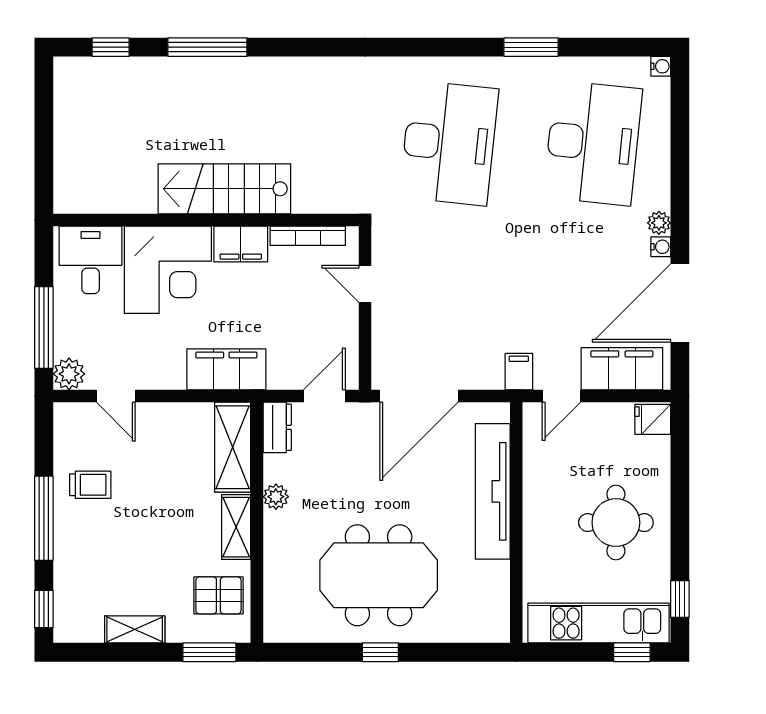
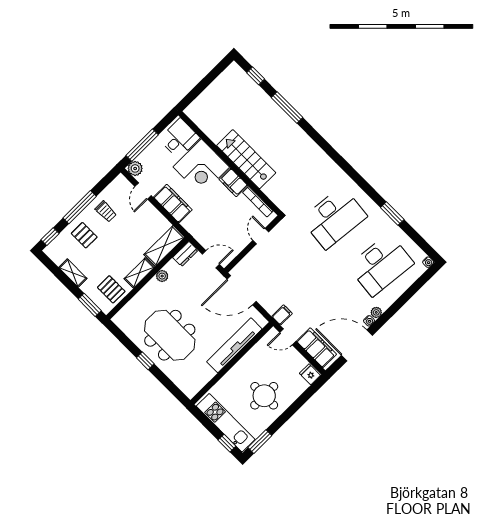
filing cabinet: (226, 369) -> (173, 203), moved
pallet: (94, 554) -> (84, 235), added
window: (680, 599) -> (260, 442), width x1.50

